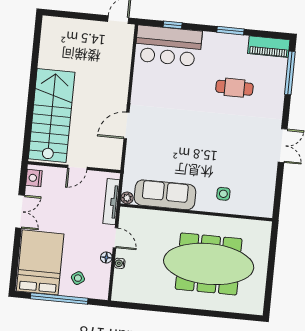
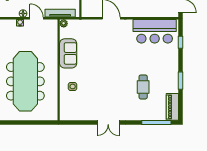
bar counter: (168, 46) -> (155, 31), moved, turned -90
sofa: (165, 195) -> (68, 53), width x0.73
door: (115, 238) -> (37, 18), swing flipped

